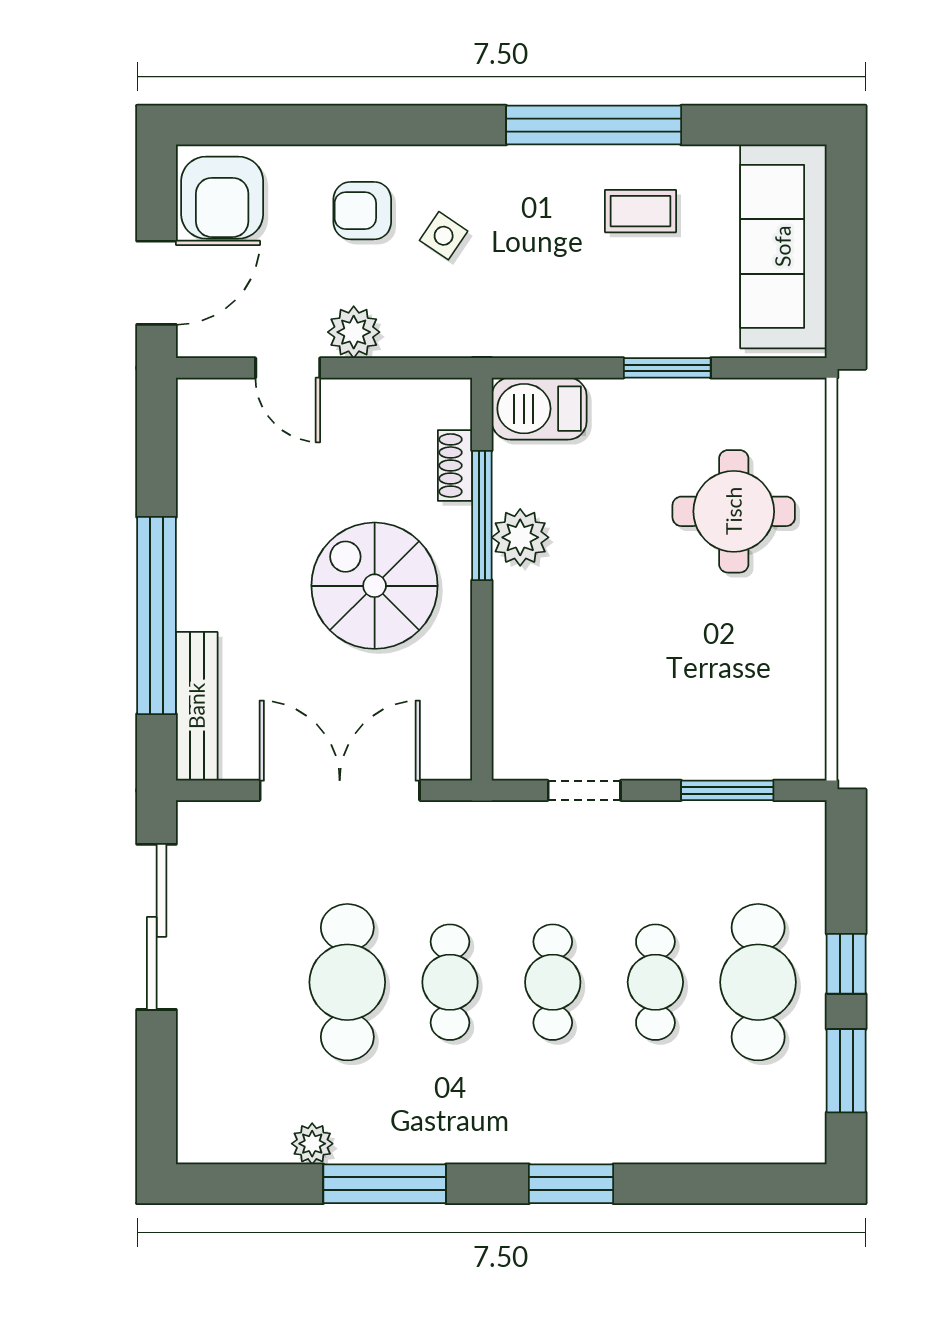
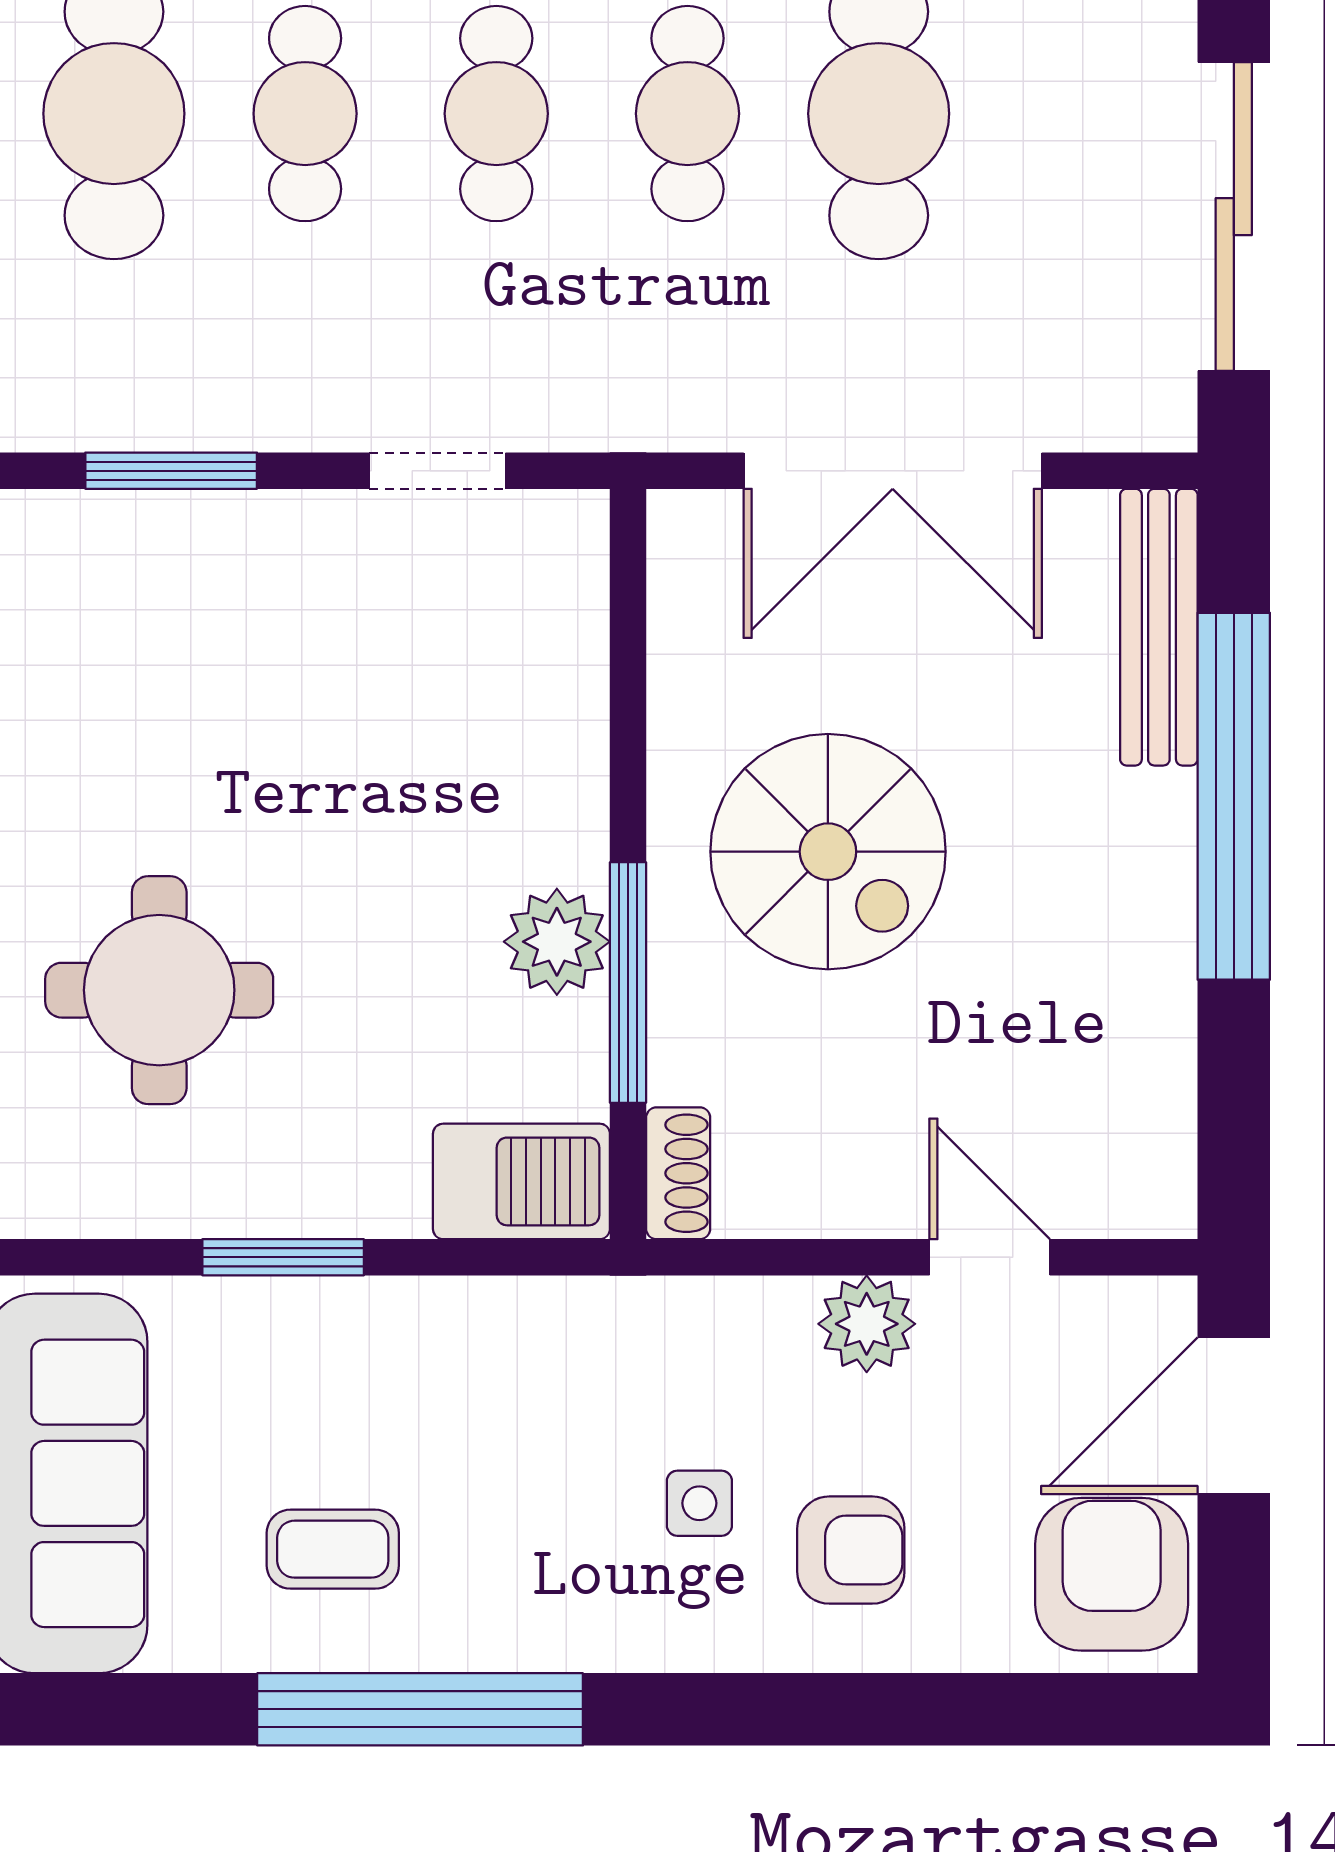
side table: (444, 236) -> (699, 1503), turned -34
shoe rack: (455, 465) -> (678, 1173), moved

